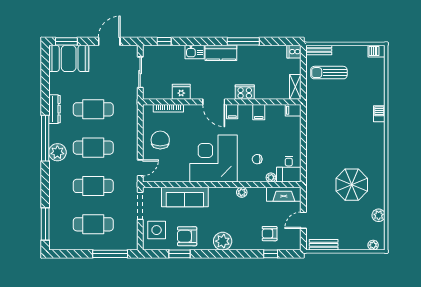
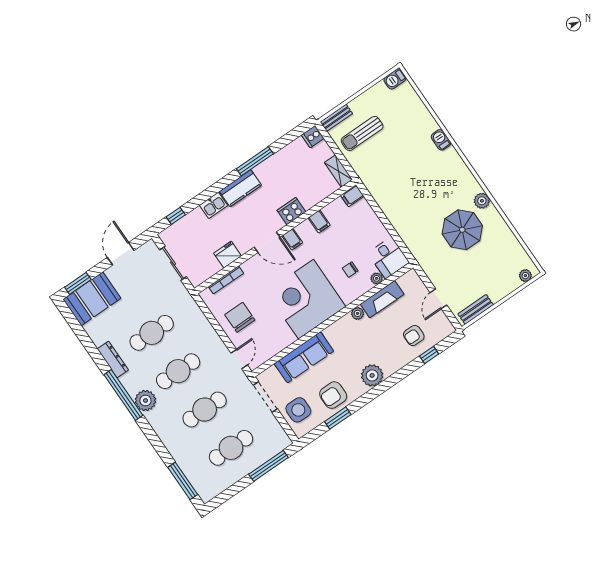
fireplace: (284, 194) -> (382, 299), moved
plant: (379, 215) -> (482, 201), moved

